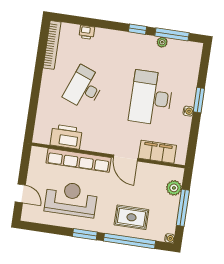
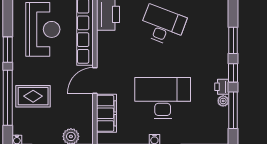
window: (108, 25) -> (233, 40), added
printer: (87, 32) -> (222, 87), moved
rug: (131, 217) -> (33, 96), turned 90

